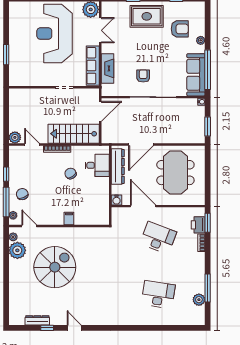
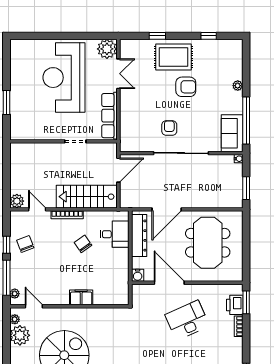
armchair: (180, 29) -> (186, 87), moved
fireplace: (108, 68) -> (127, 119), removed
sofa: (196, 75) -> (232, 133), width x0.73
chair: (22, 194) -> (25, 244), moved
filing cabinet: (69, 218) -> (81, 297), width x2.00
desk: (158, 238) -> (187, 320), turned -45

